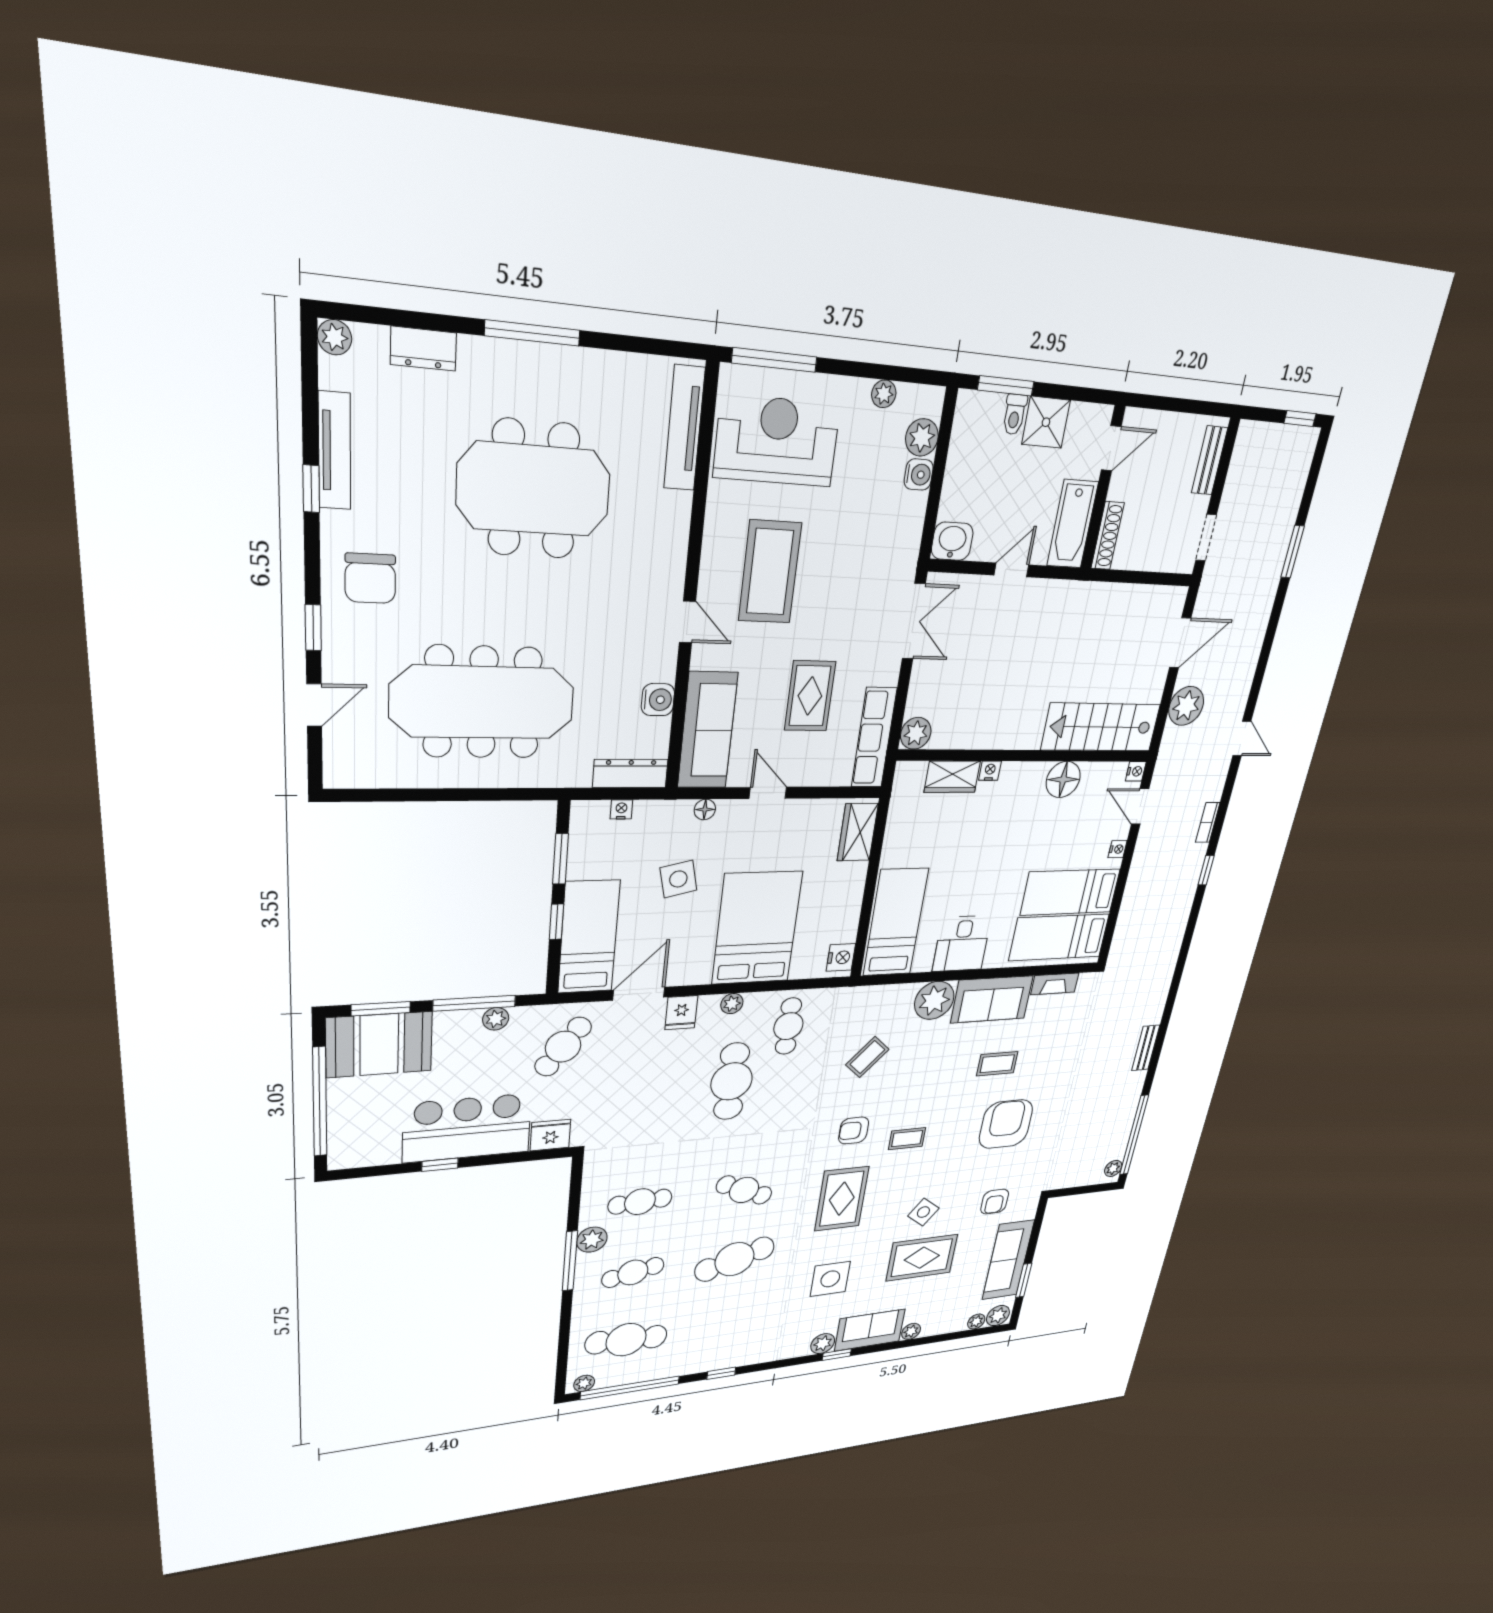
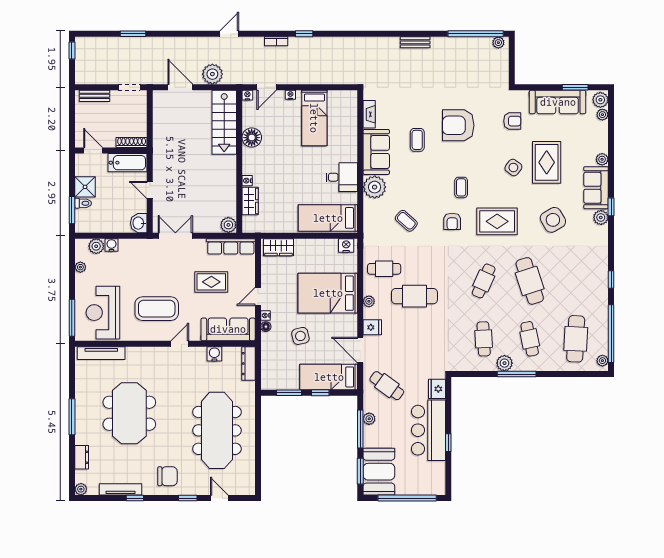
nightstand: (621, 809) -> (265, 315), moved
bed: (1059, 937) -> (341, 118), removed
side table: (830, 1279) -> (553, 220), turned -30

